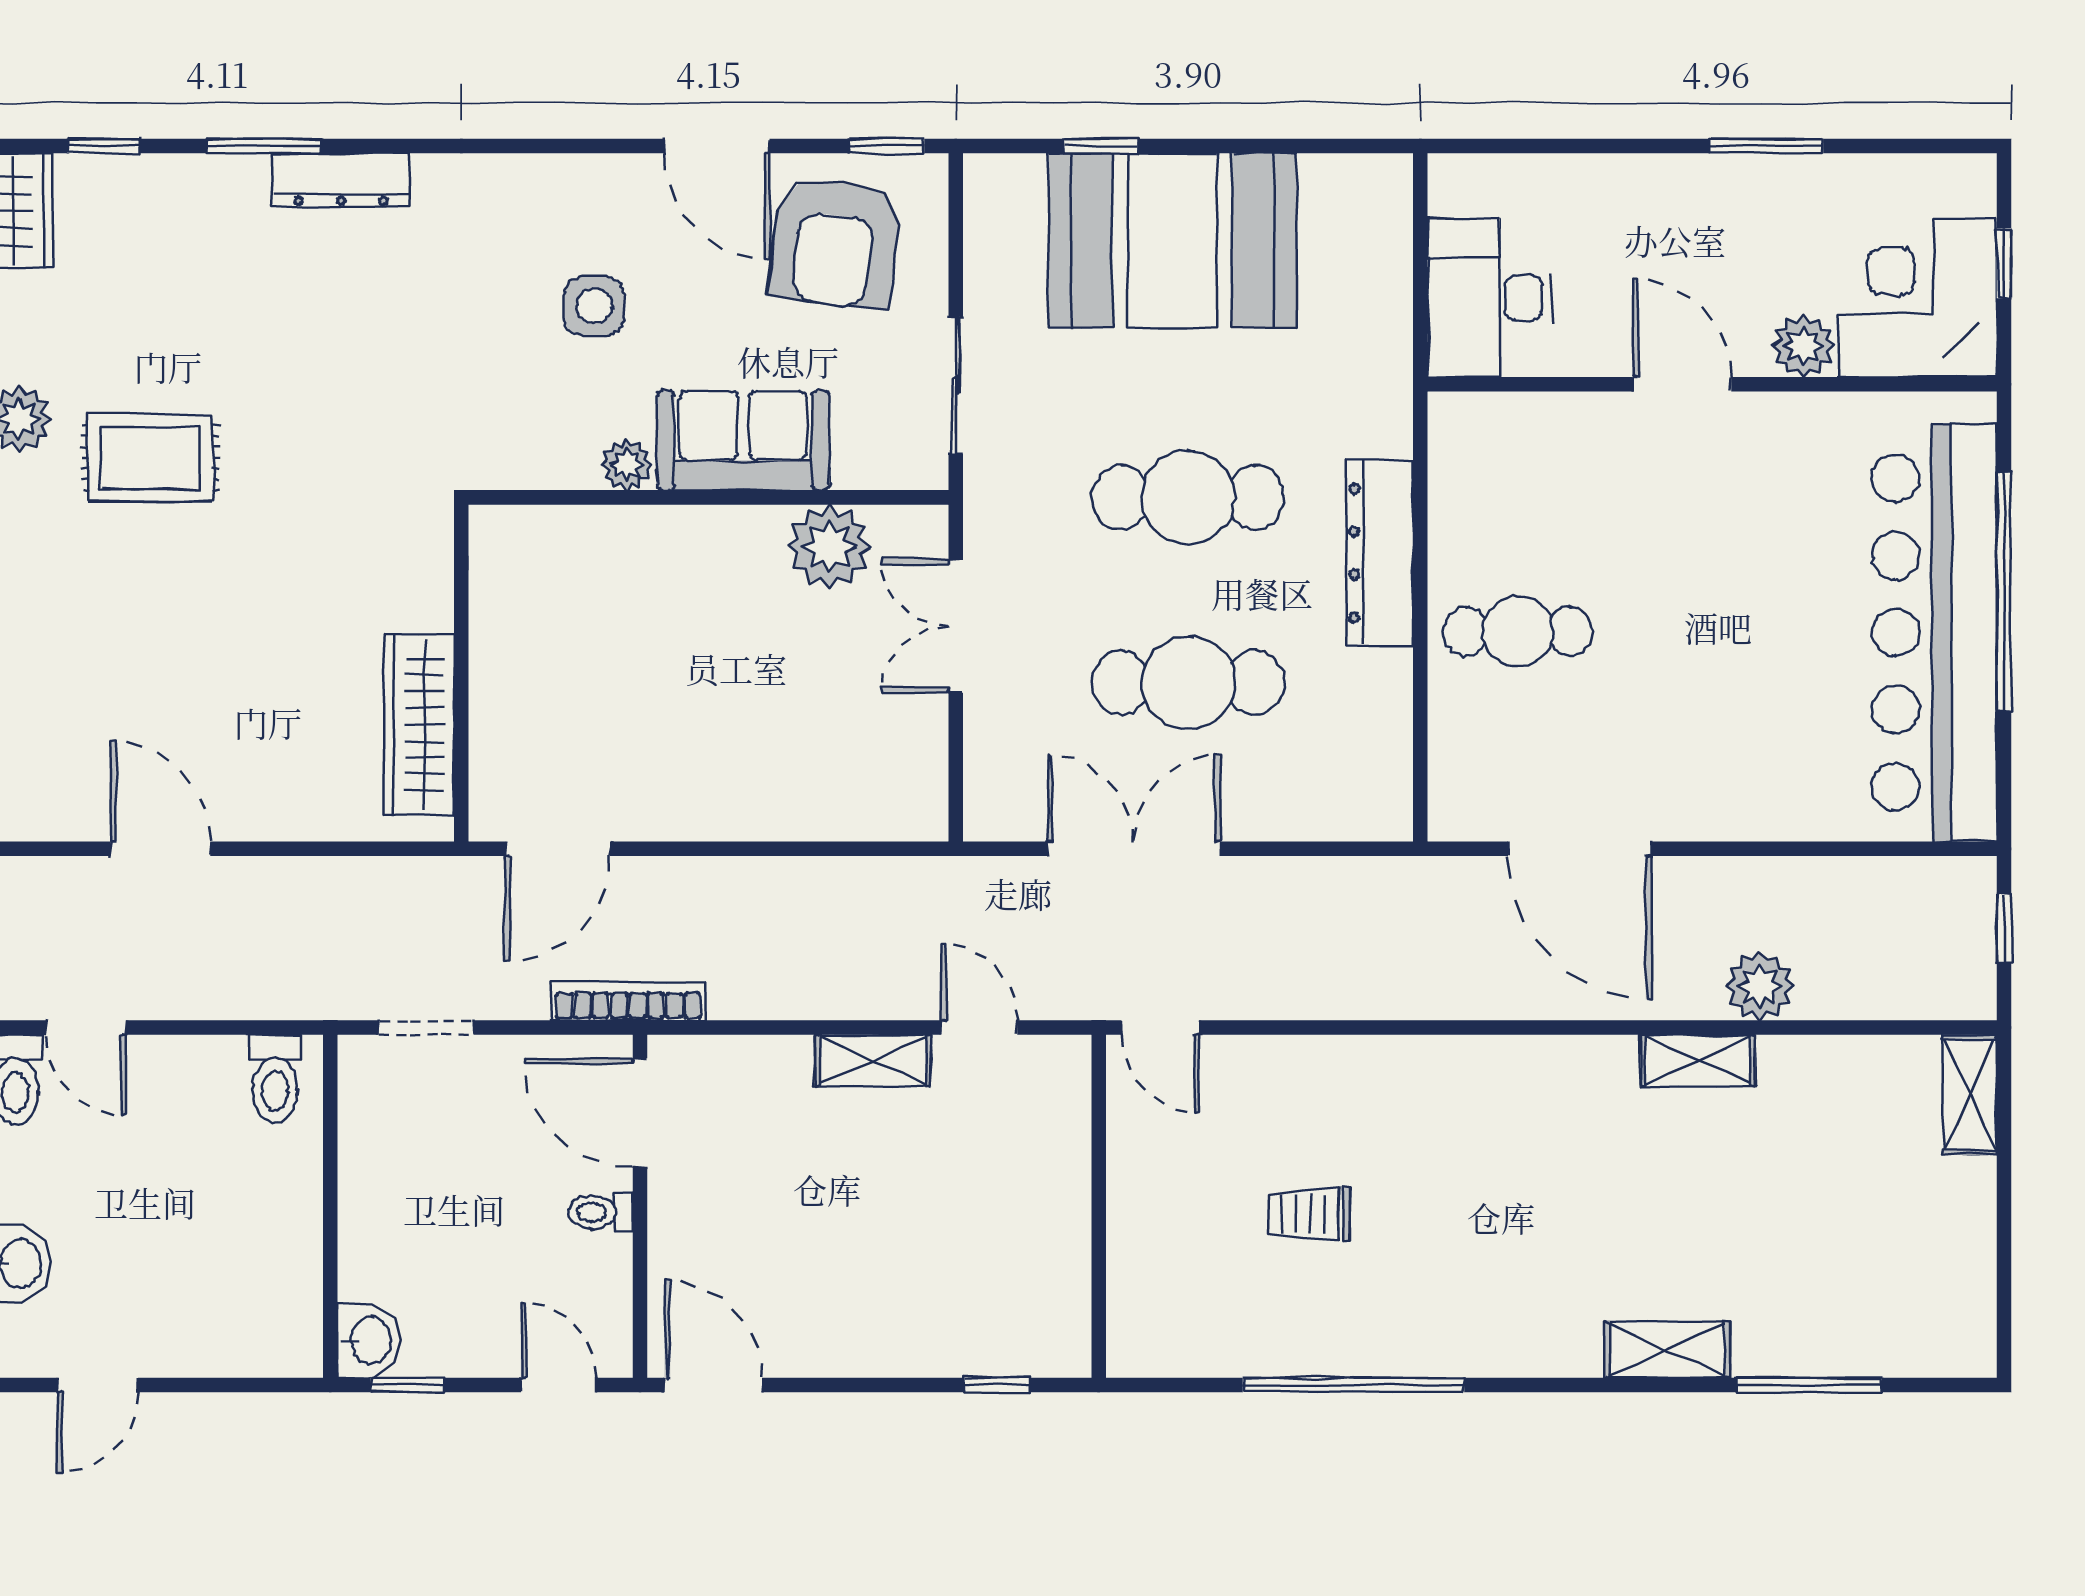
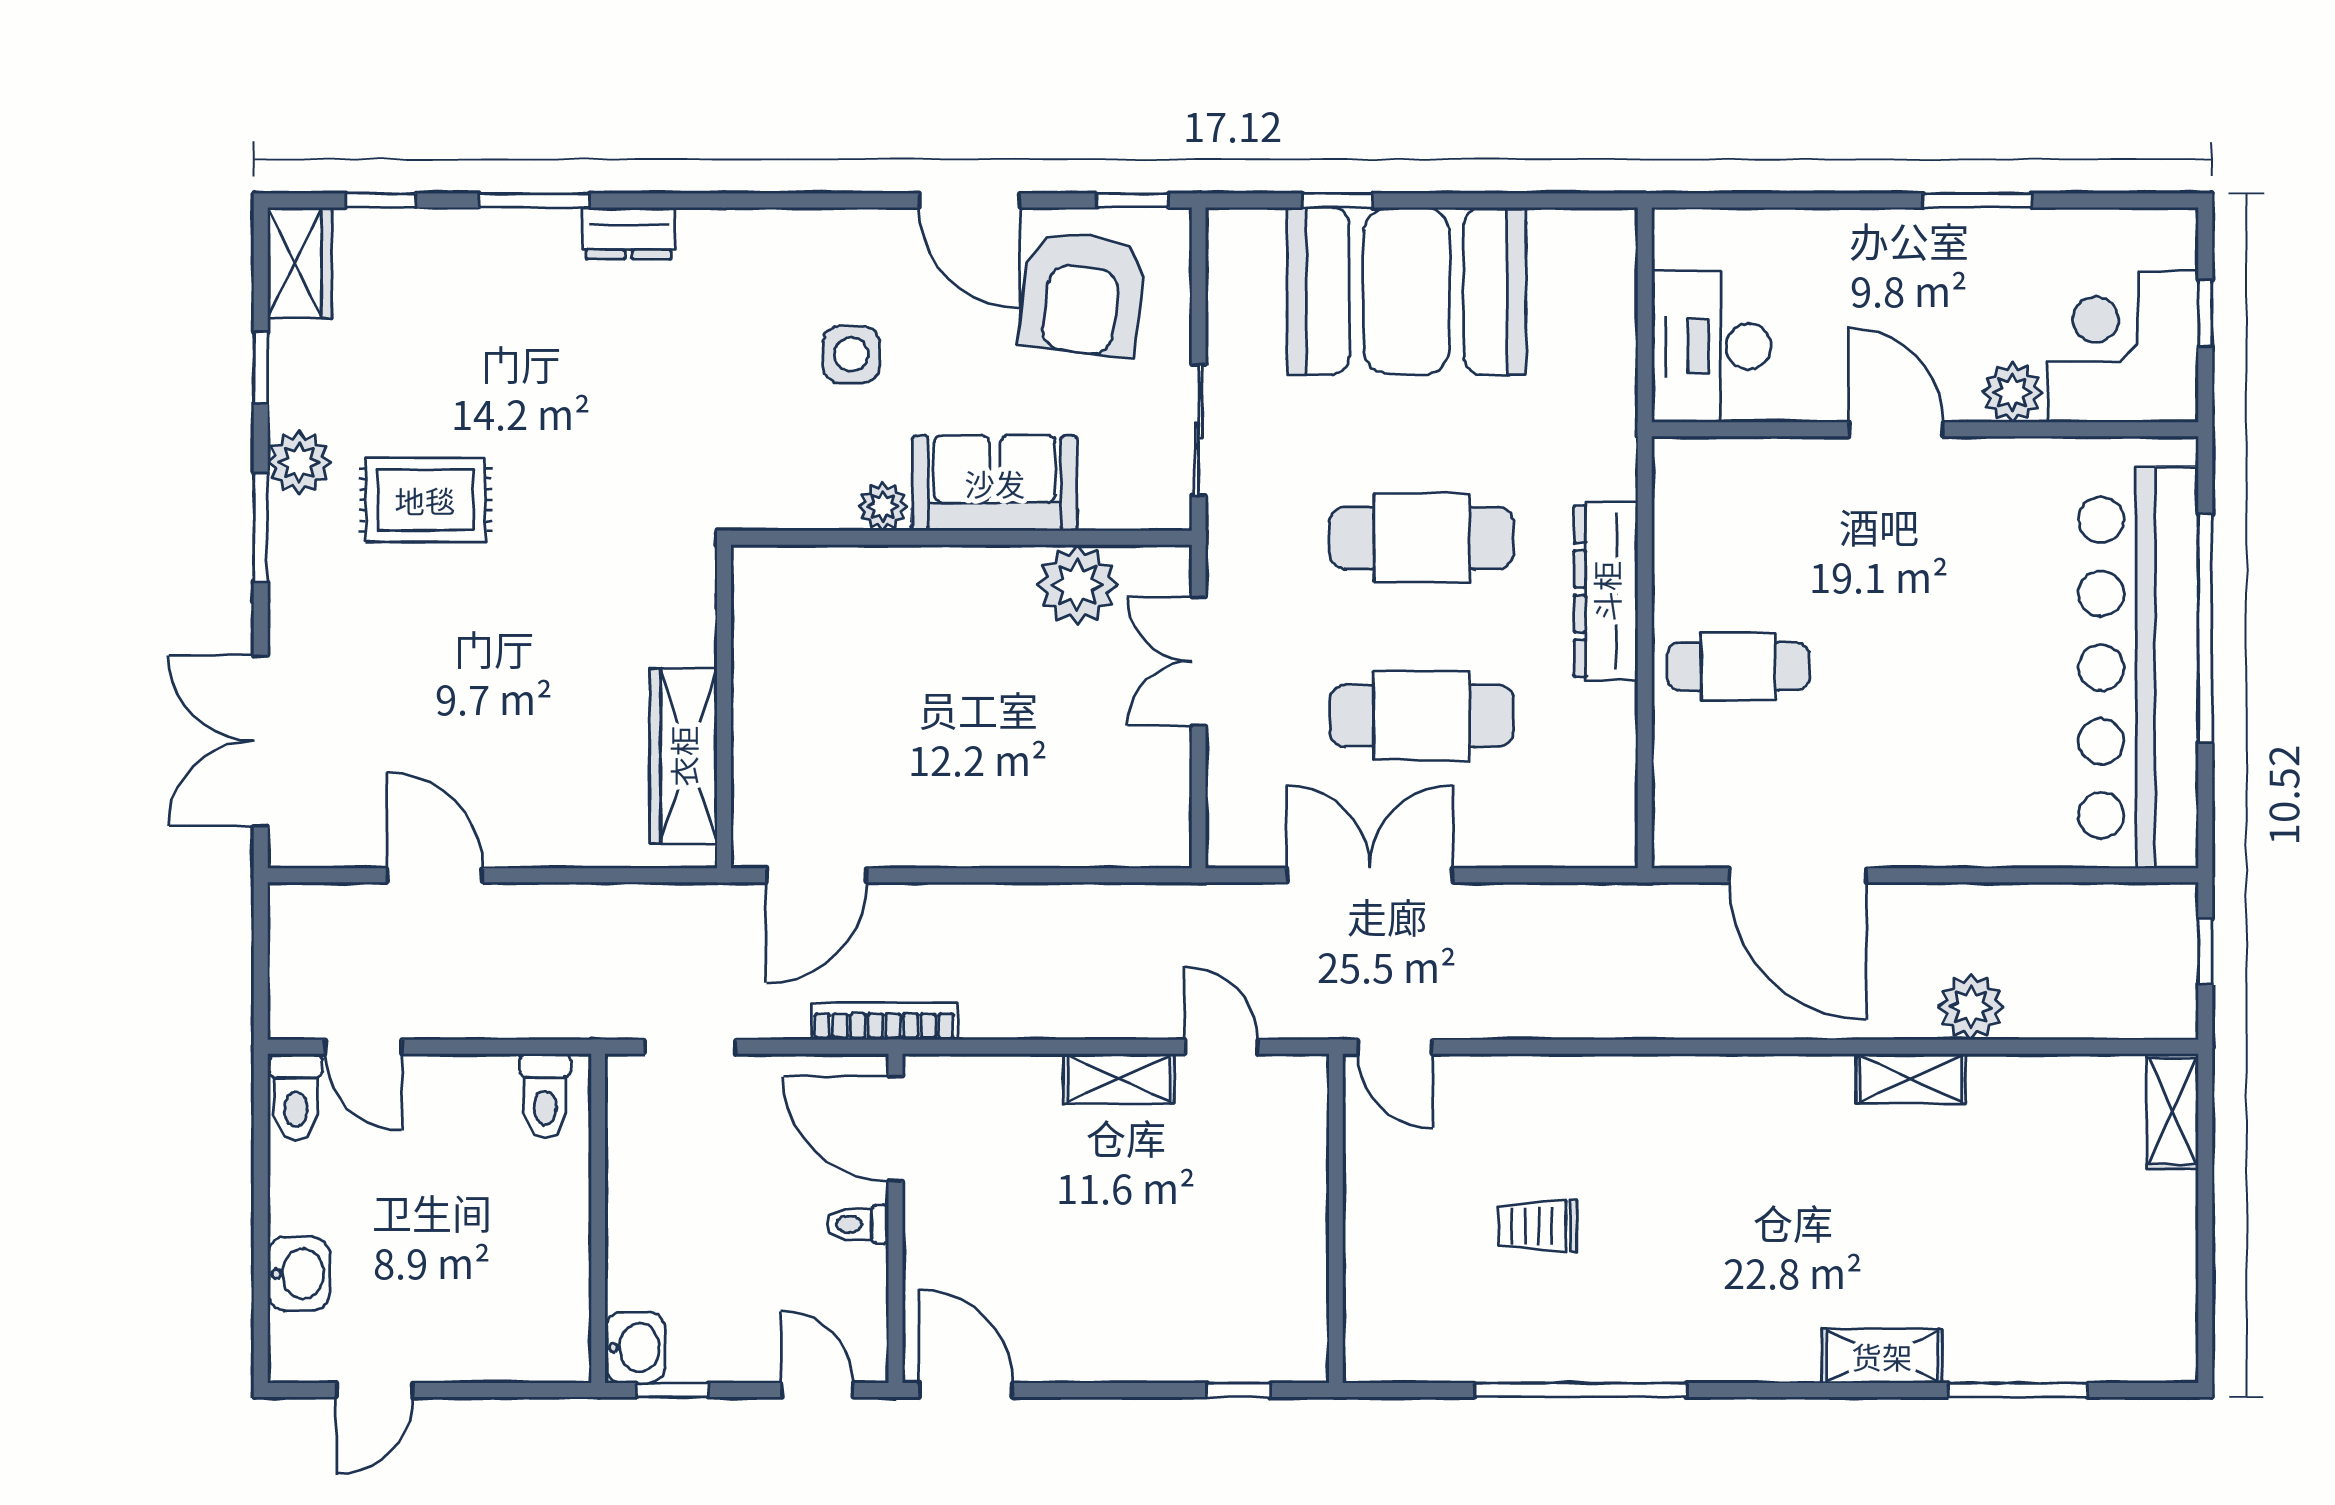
dresser: (341, 180) -> (629, 233), width x0.70

